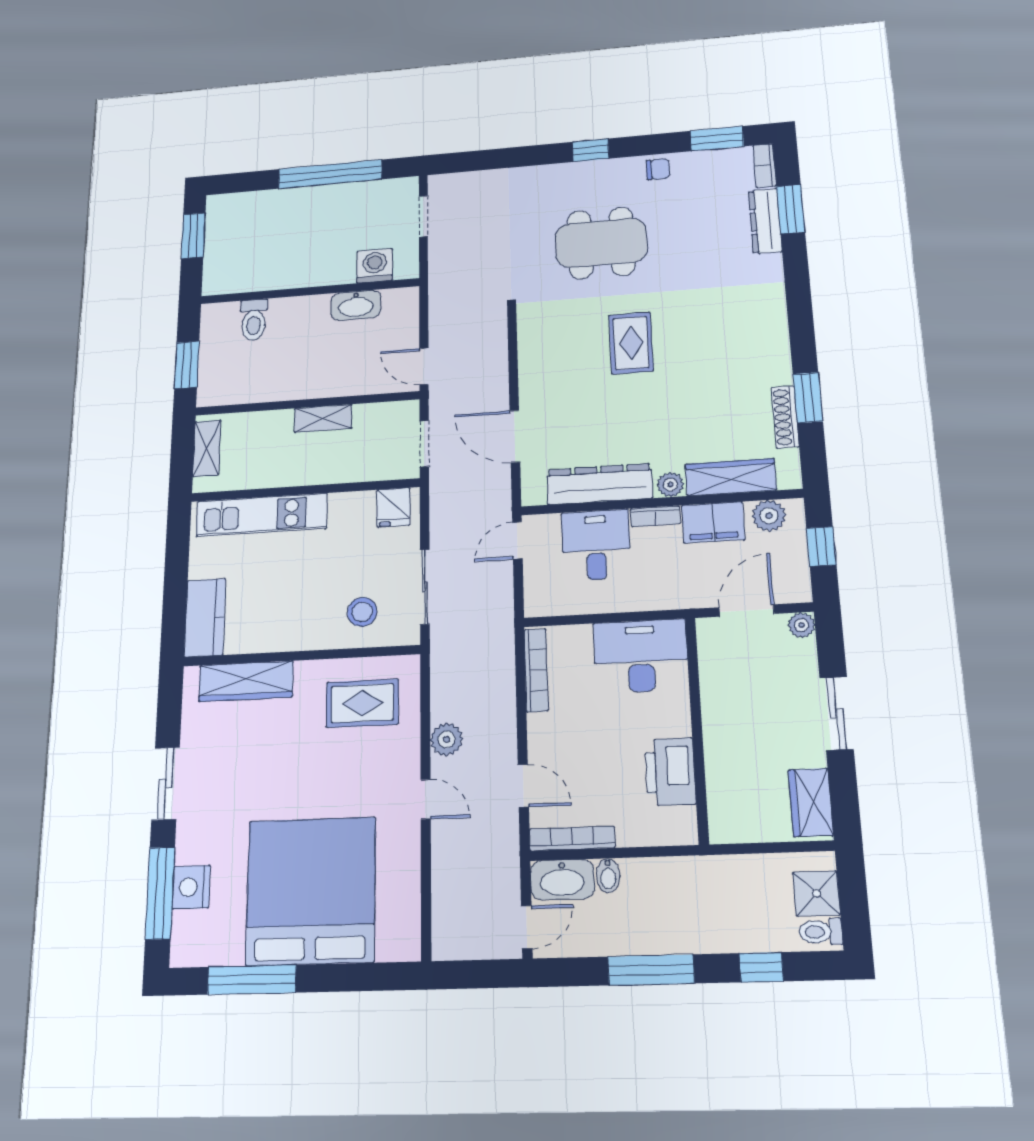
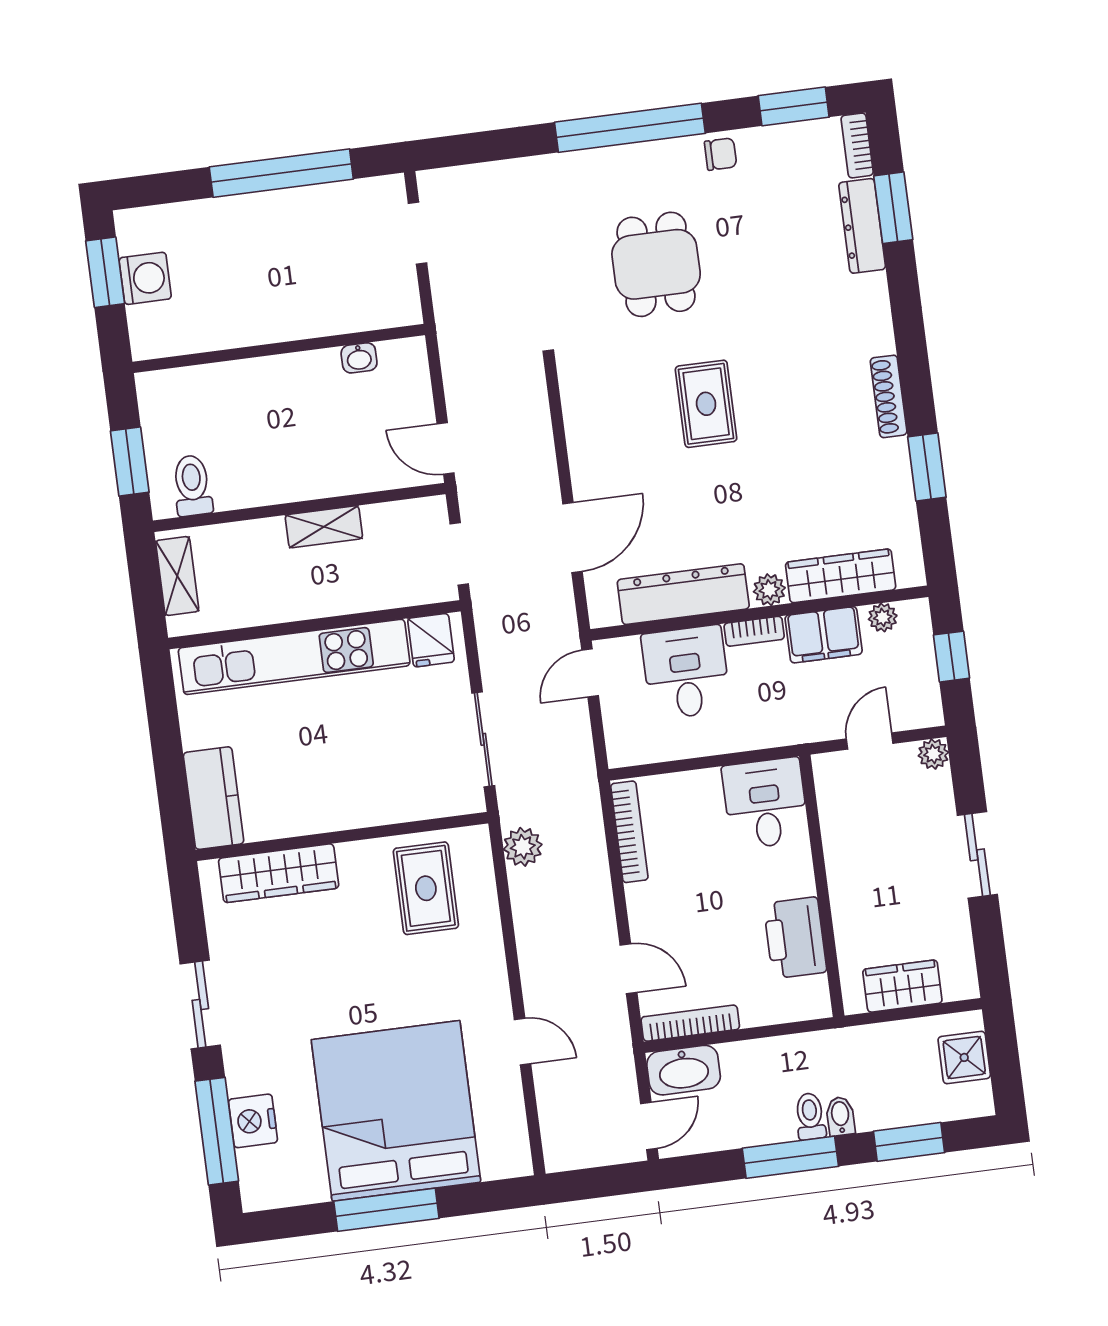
window: (591, 150) -> (630, 128), width x3.17
dining table: (601, 243) -> (656, 264), width x0.73
washing machine: (375, 266) -> (145, 278), moved, turned 90
washbasin: (356, 305) -> (359, 358), width x0.52, depth x0.69
toilet: (254, 320) -> (192, 485), moved, turned 180
shoe rack: (785, 417) -> (889, 396), moved
door: (515, 436) -> (573, 538), swing flipped
kitchen unit: (262, 515) -> (294, 657), width x1.36
plant: (769, 516) -> (883, 617), width x0.73, depth x0.73
door: (747, 611) -> (870, 741), width x0.73
stool: (362, 612) -> (410, 776), removed
desk: (641, 656) -> (765, 803), width x0.73
rug: (362, 703) -> (426, 888), turned 90
plant: (447, 739) -> (523, 847), moved
door: (426, 799) -> (523, 1042), moved
wardrobe: (811, 802) -> (902, 986), moved, turned 90
bidet: (608, 876) -> (840, 1116), moved, turned 180
toilet: (821, 932) -> (810, 1116), moved, turned 90
window: (761, 967) -> (909, 1142), width x1.50
window: (252, 980) -> (386, 1210), moved

